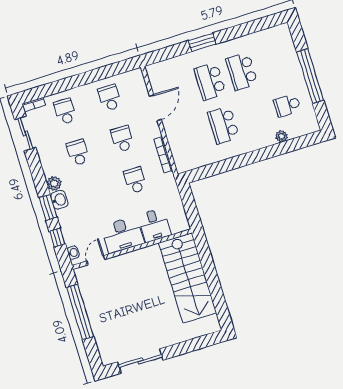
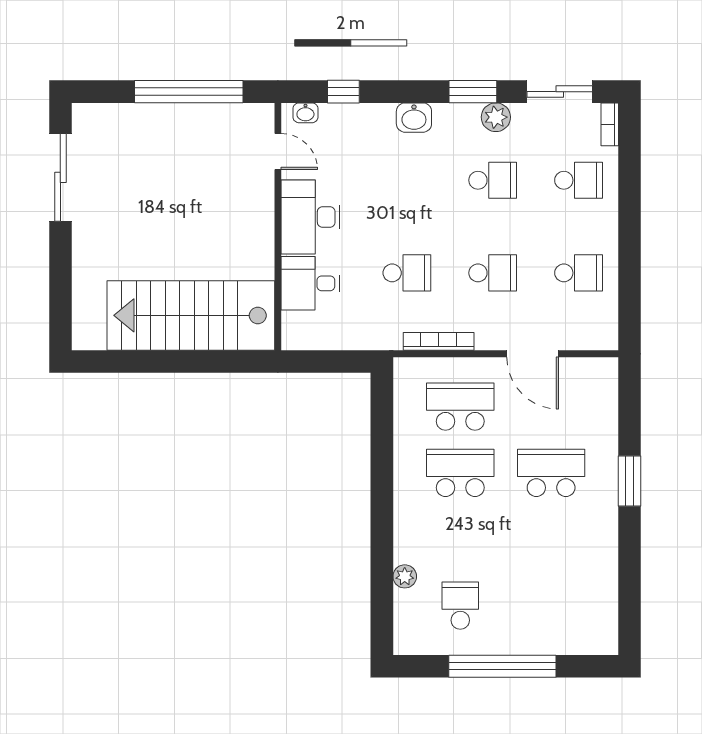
school desk: (242, 71) -> (460, 407), moved
plant: (54, 183) -> (496, 117), moved
window: (48, 207) -> (473, 92), moved

